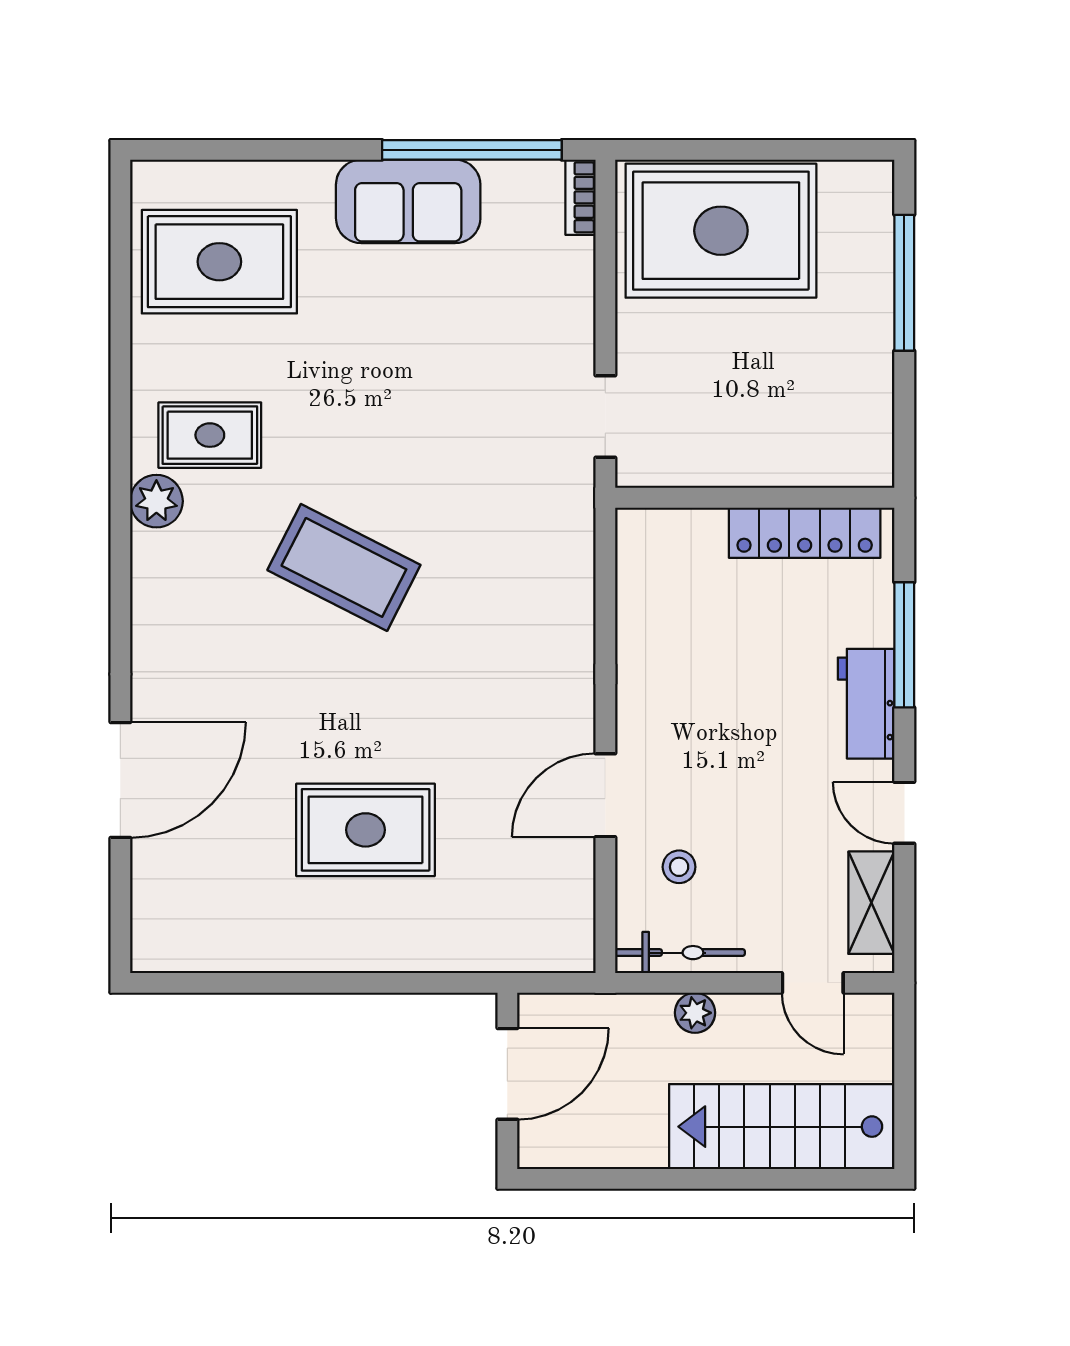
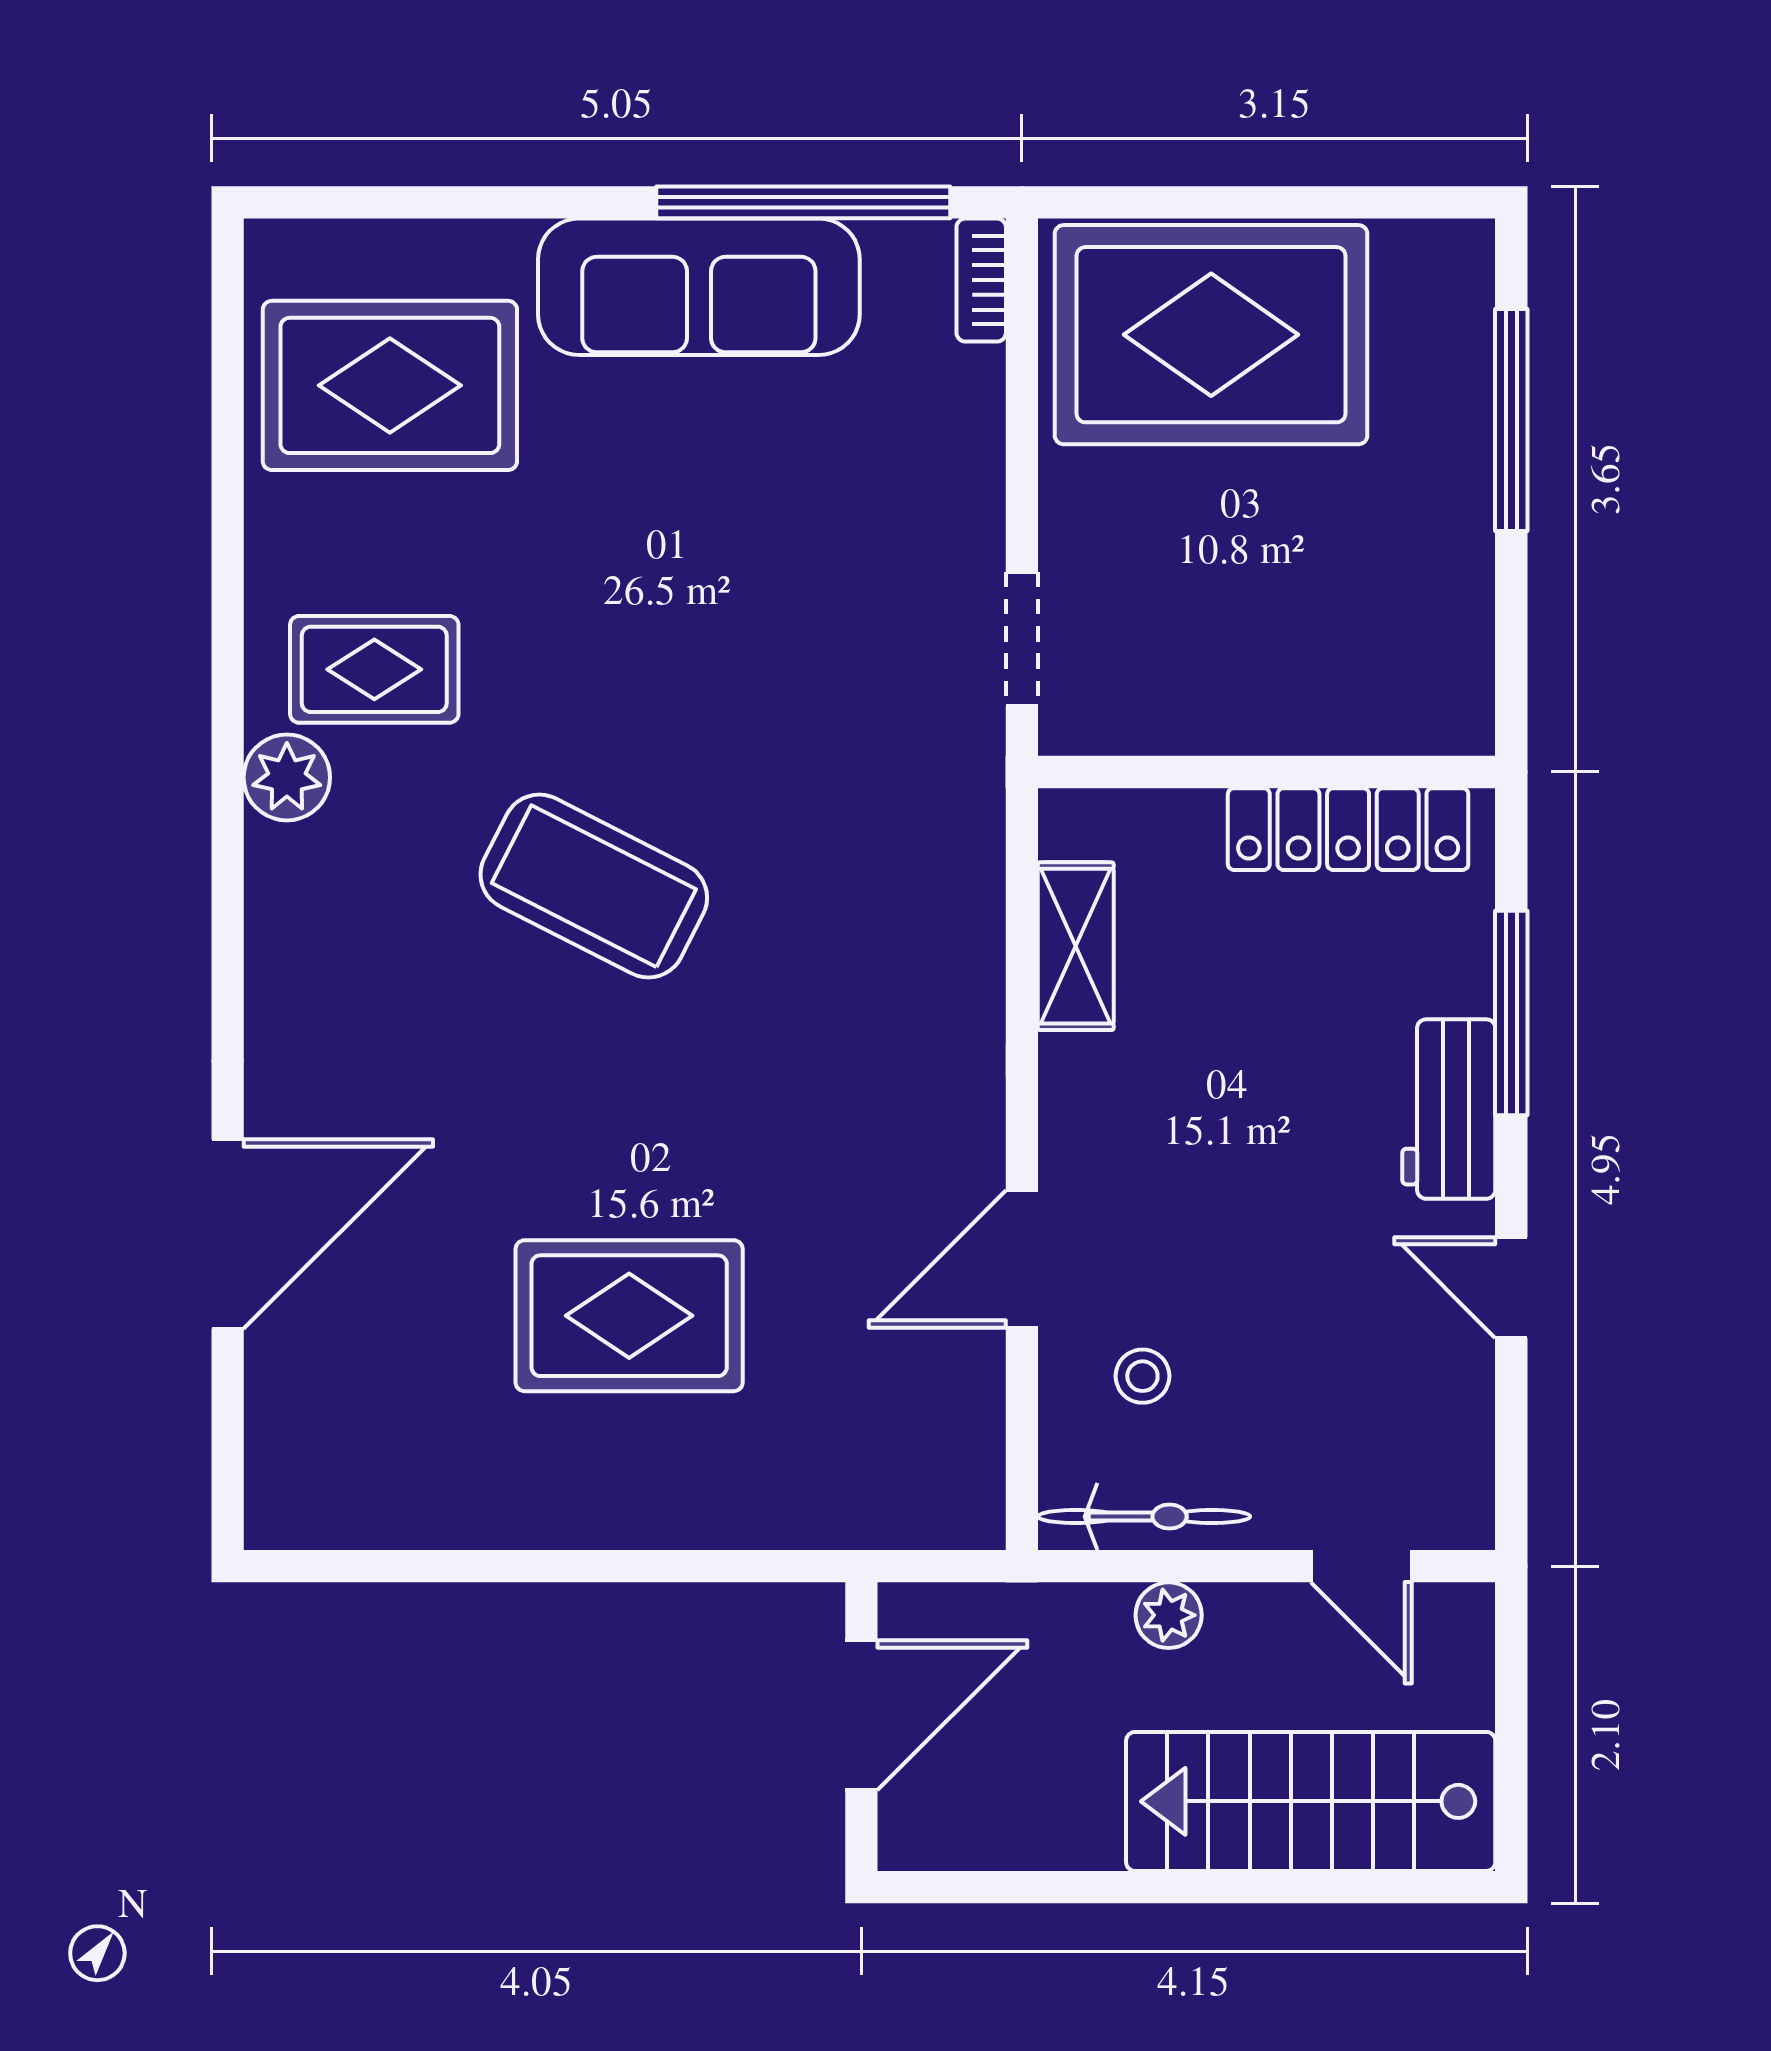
sofa: (408, 201) -> (699, 287), width x1.36
shelving: (871, 903) -> (1076, 946), moved

